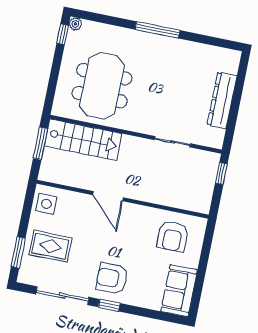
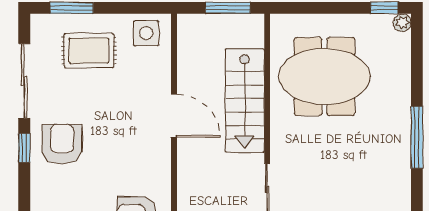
stairs: (83, 140) -> (245, 101), moved
door: (108, 196) -> (174, 116), swing flipped
rug: (51, 246) -> (89, 51), turned 90

